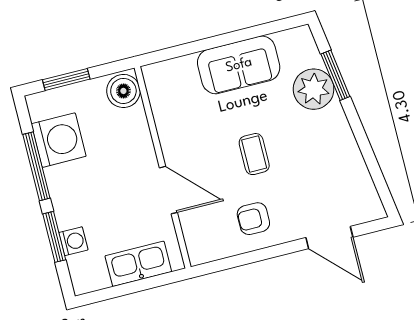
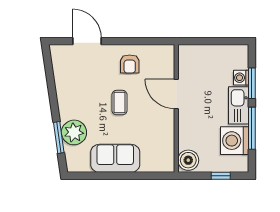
window: (66, 79) -> (221, 176), width x0.67
armchair: (253, 219) -> (130, 64), turned 90
kitchen sink: (138, 264) -> (239, 105), moved, turned 90

